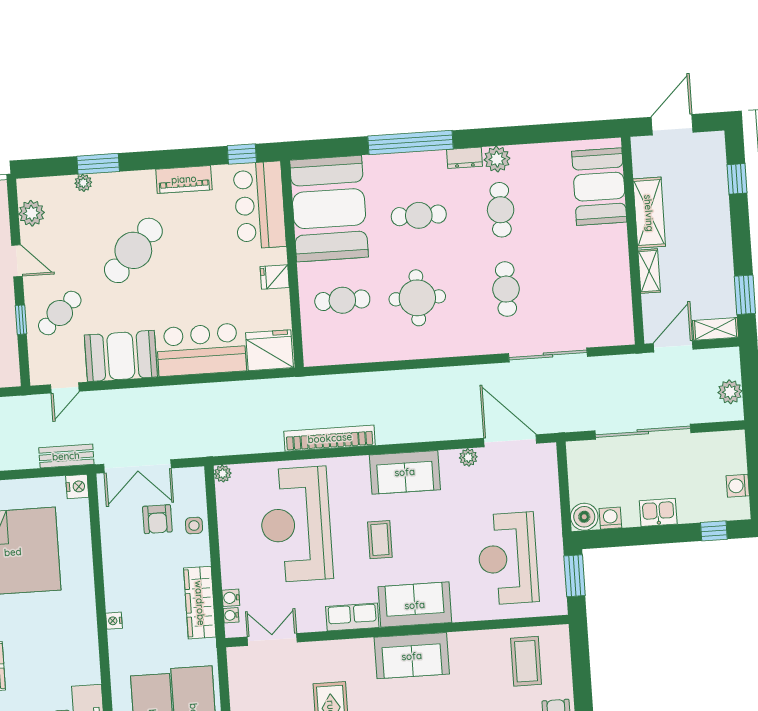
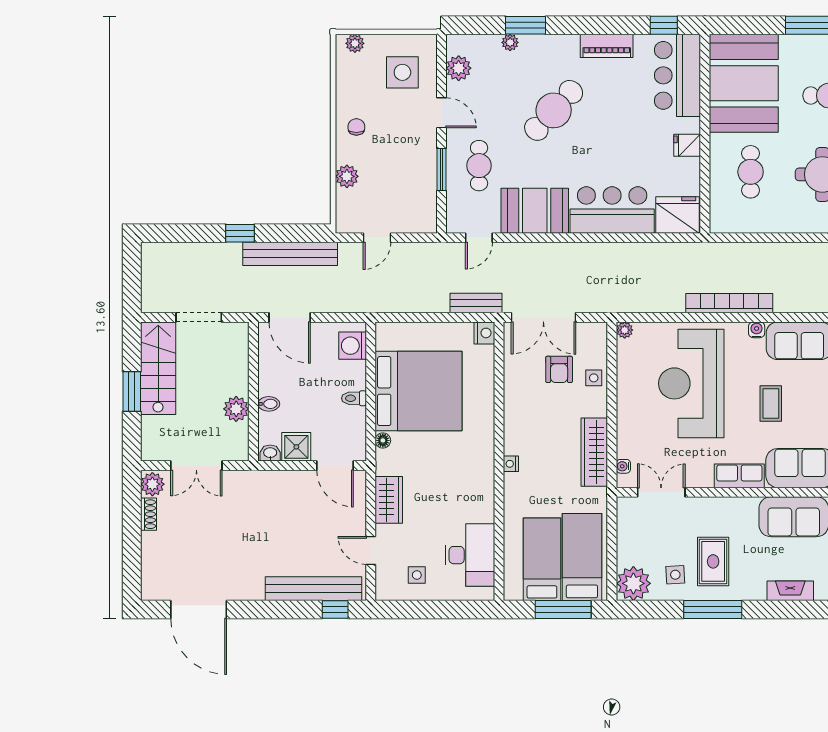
cafe table: (342, 300) -> (751, 172), turned 90
cafe table: (60, 313) -> (479, 166), turned -47
window: (21, 320) -> (441, 169), width x1.50
water cooler: (231, 598) -> (757, 330), moved, turned 90

